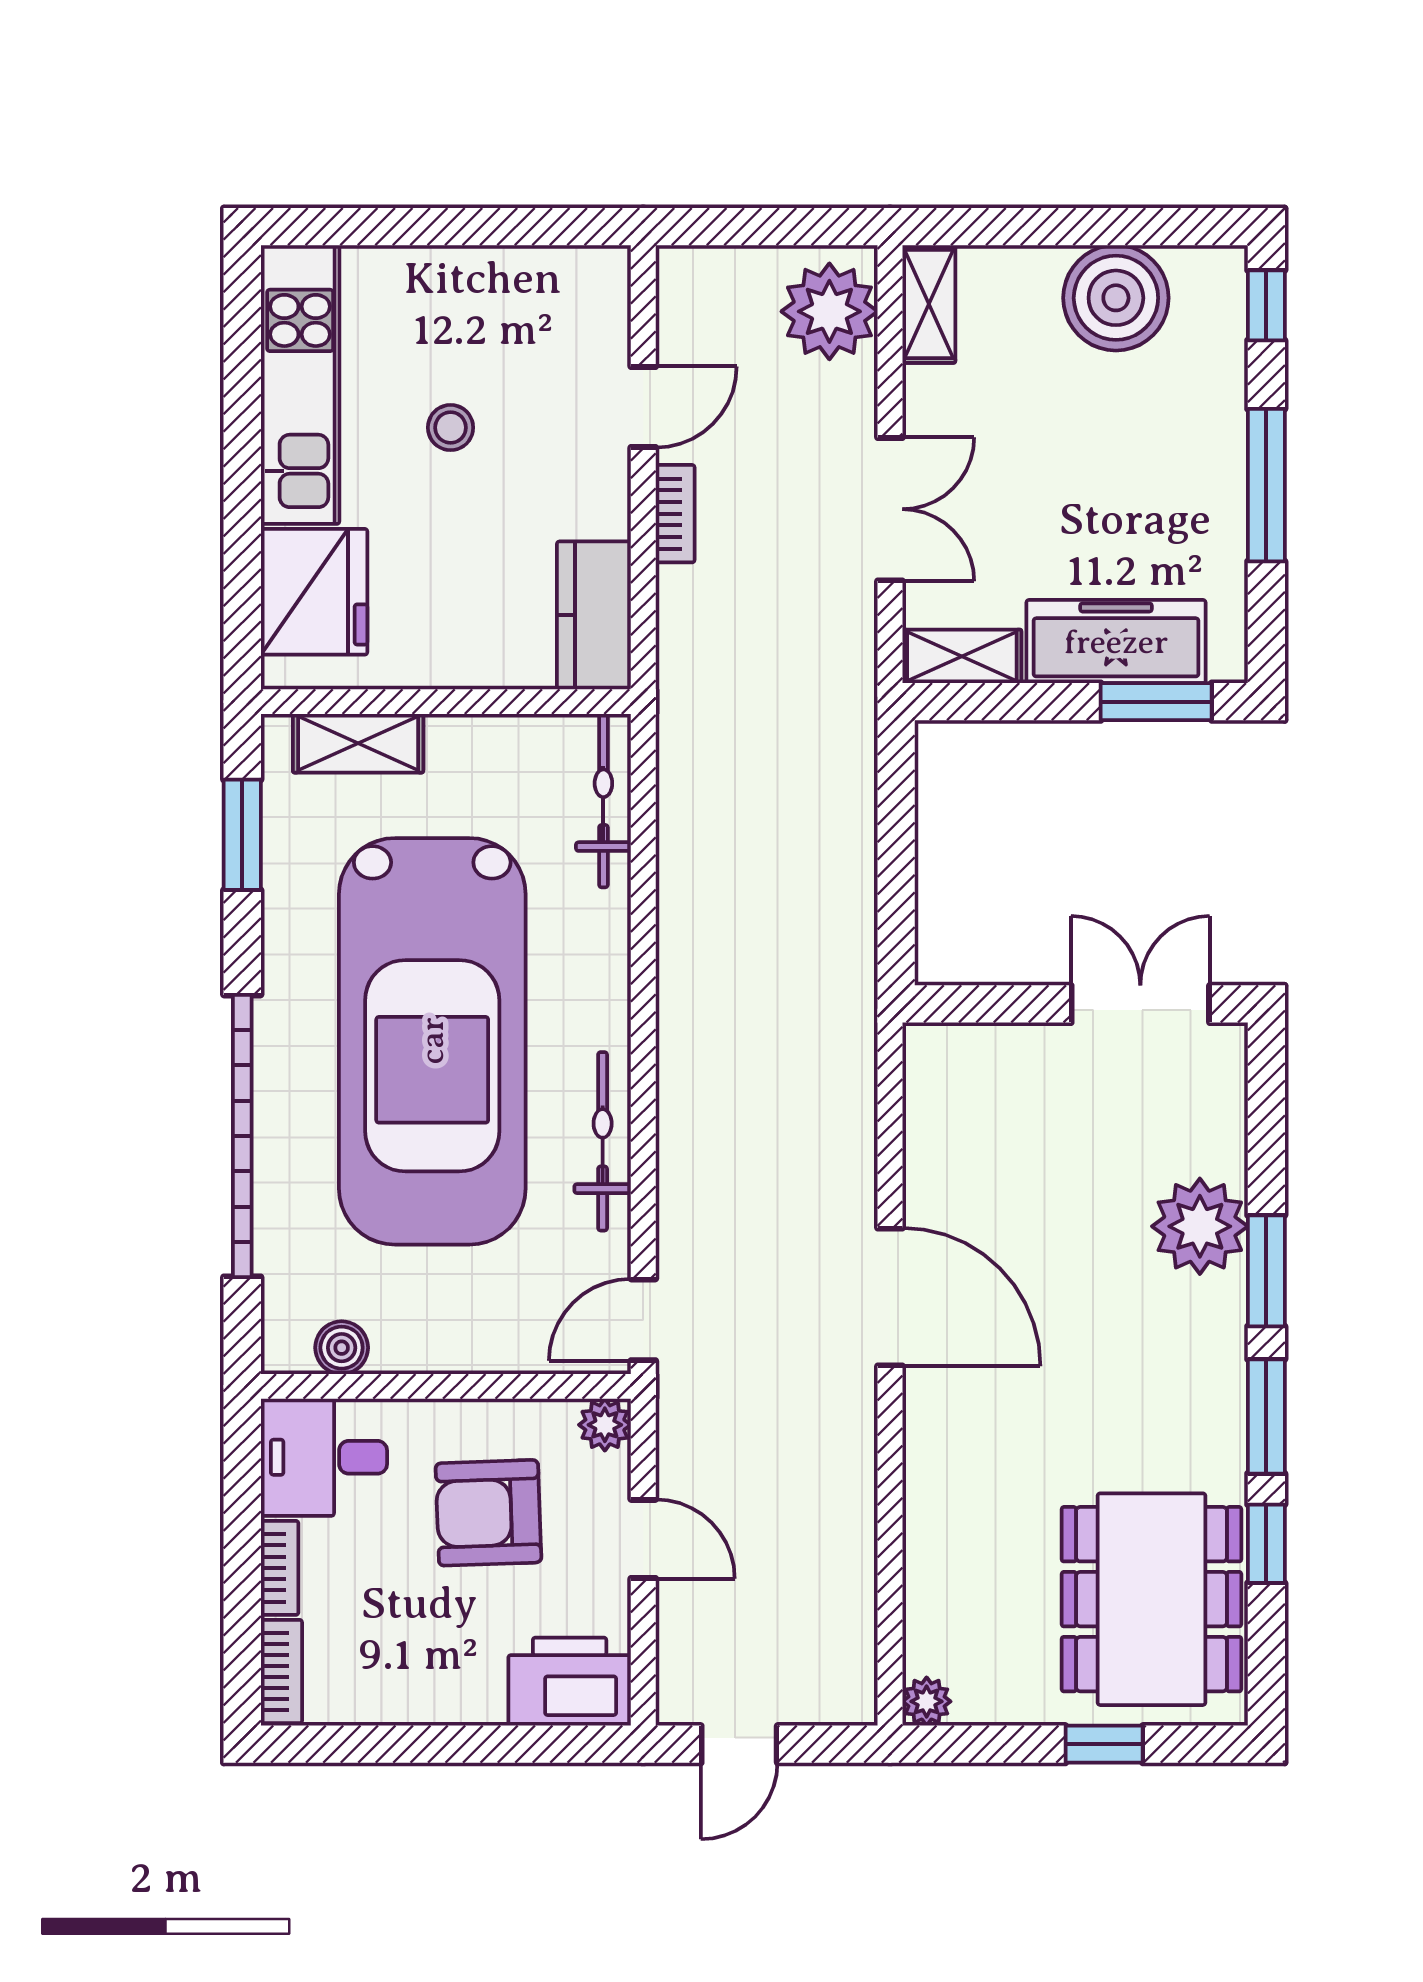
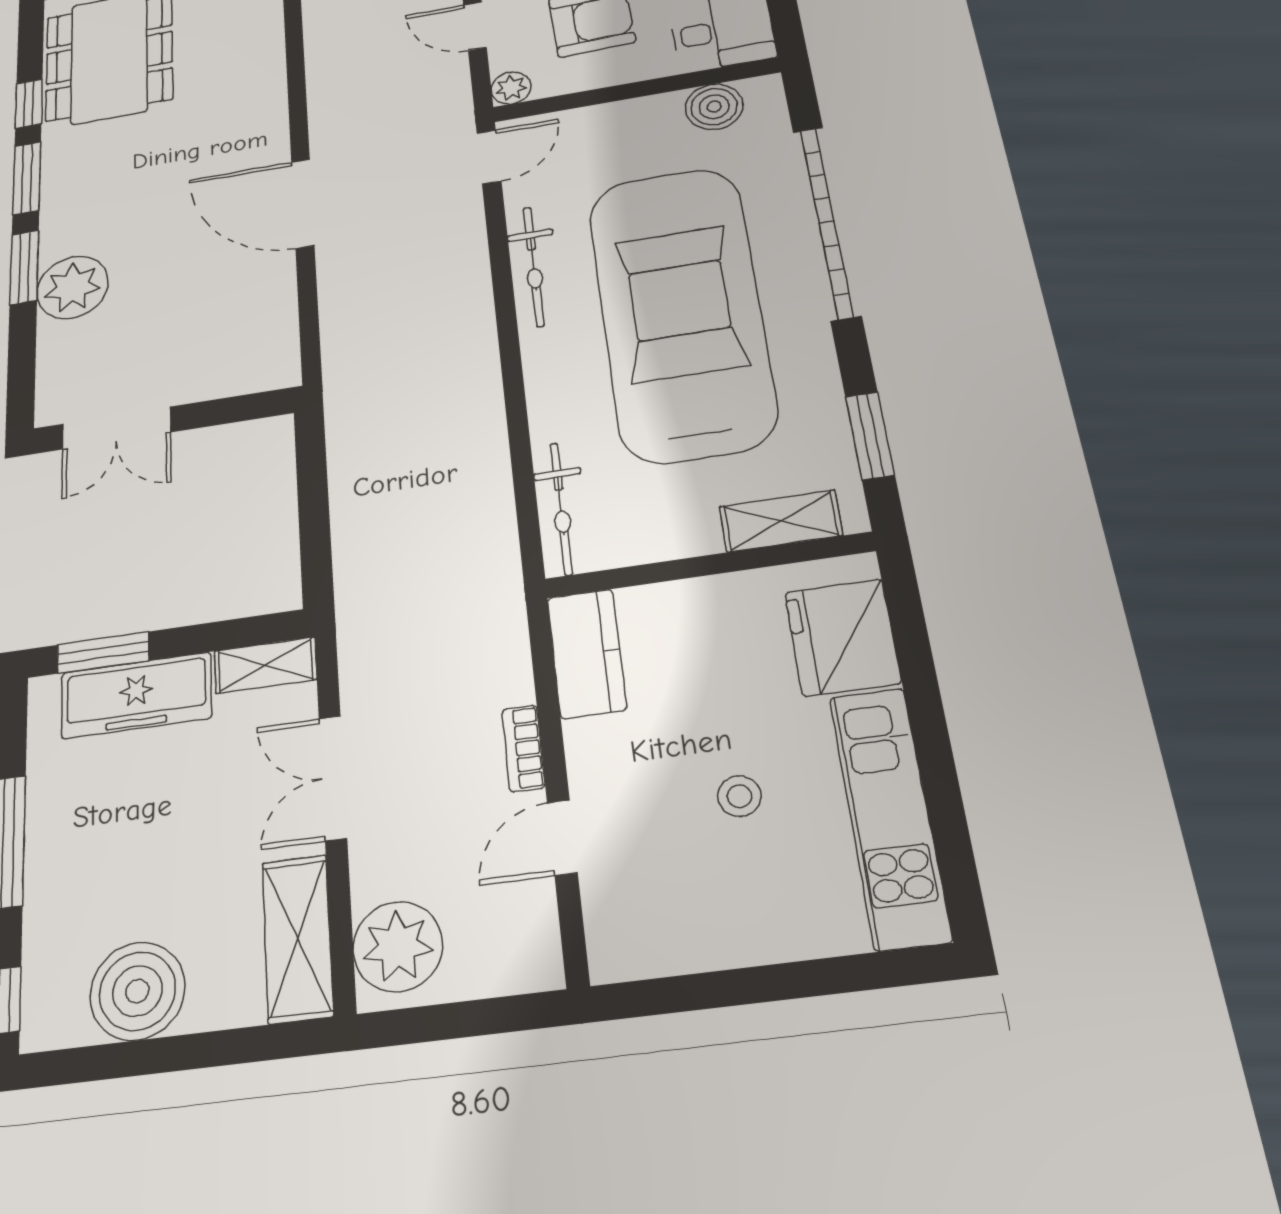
shelving: (929, 304) -> (297, 938), width x1.50, depth x1.33
boiler: (342, 1348) -> (714, 107), width x1.36, depth x1.36

